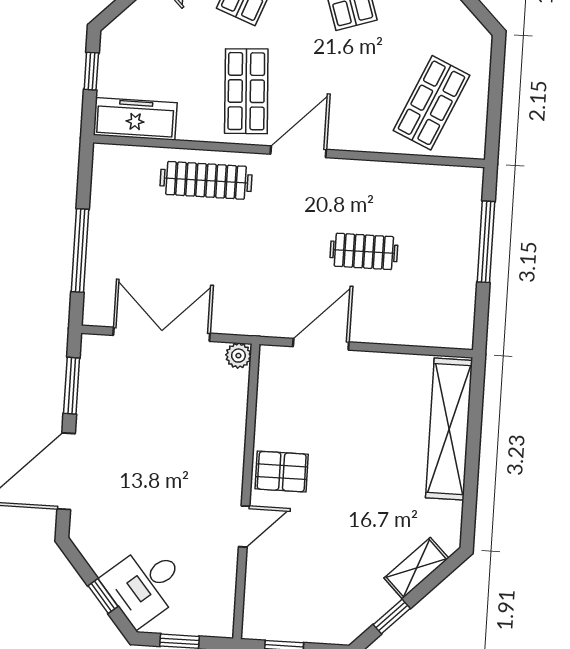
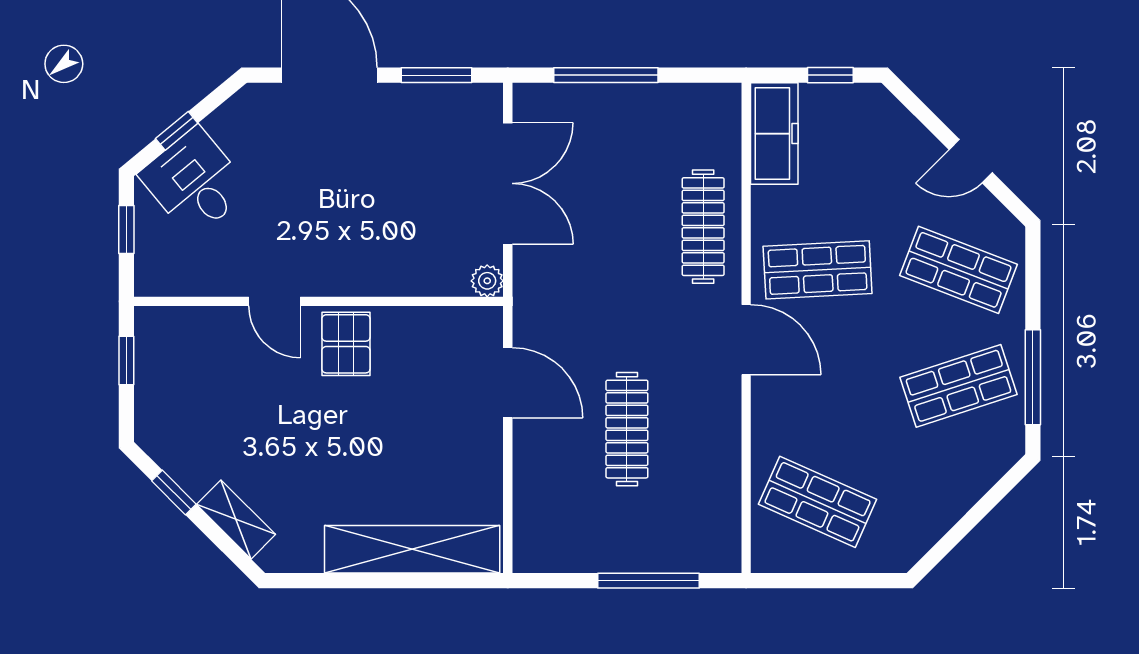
clothes rail: (364, 251) -> (627, 429), width x1.36

